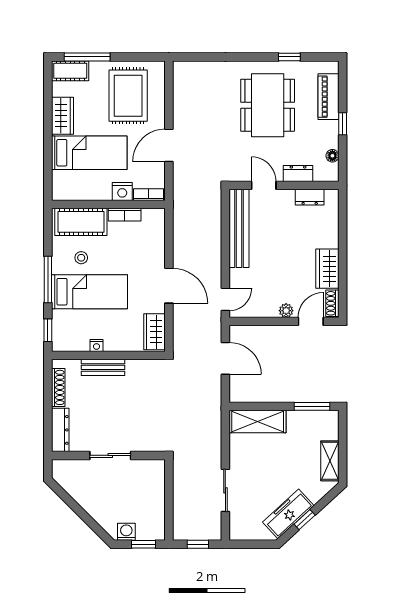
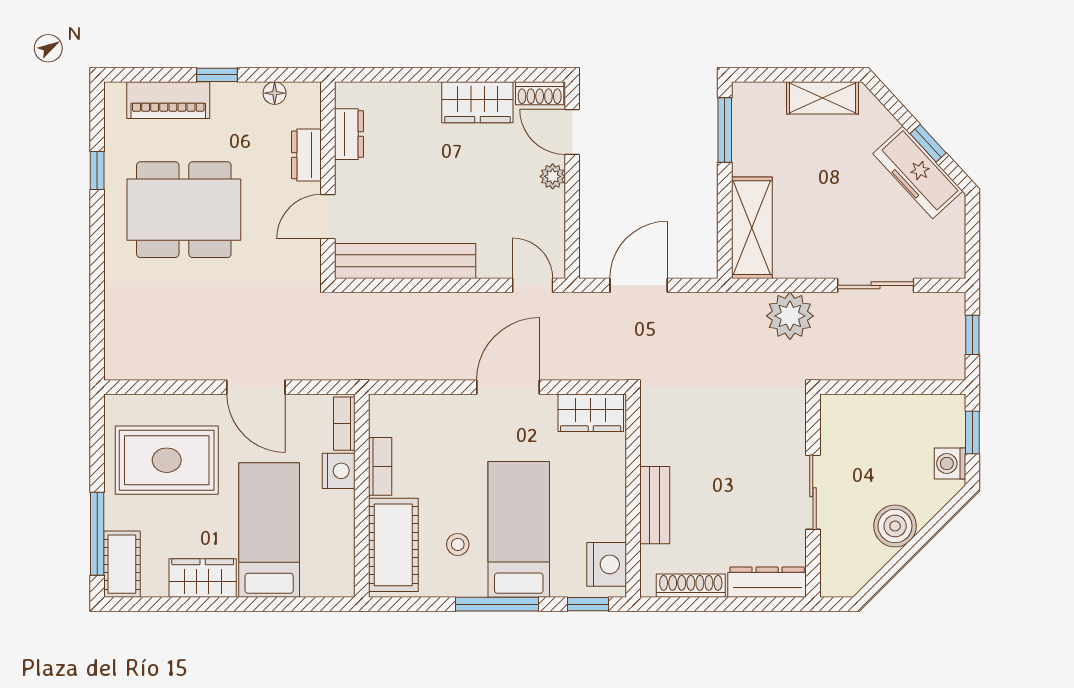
nightstand: (96, 345) -> (607, 564), moved, width x1.89, depth x1.79
plant: (208, 443) -> (790, 316), added
boiler: (91, 501) -> (895, 526), added

